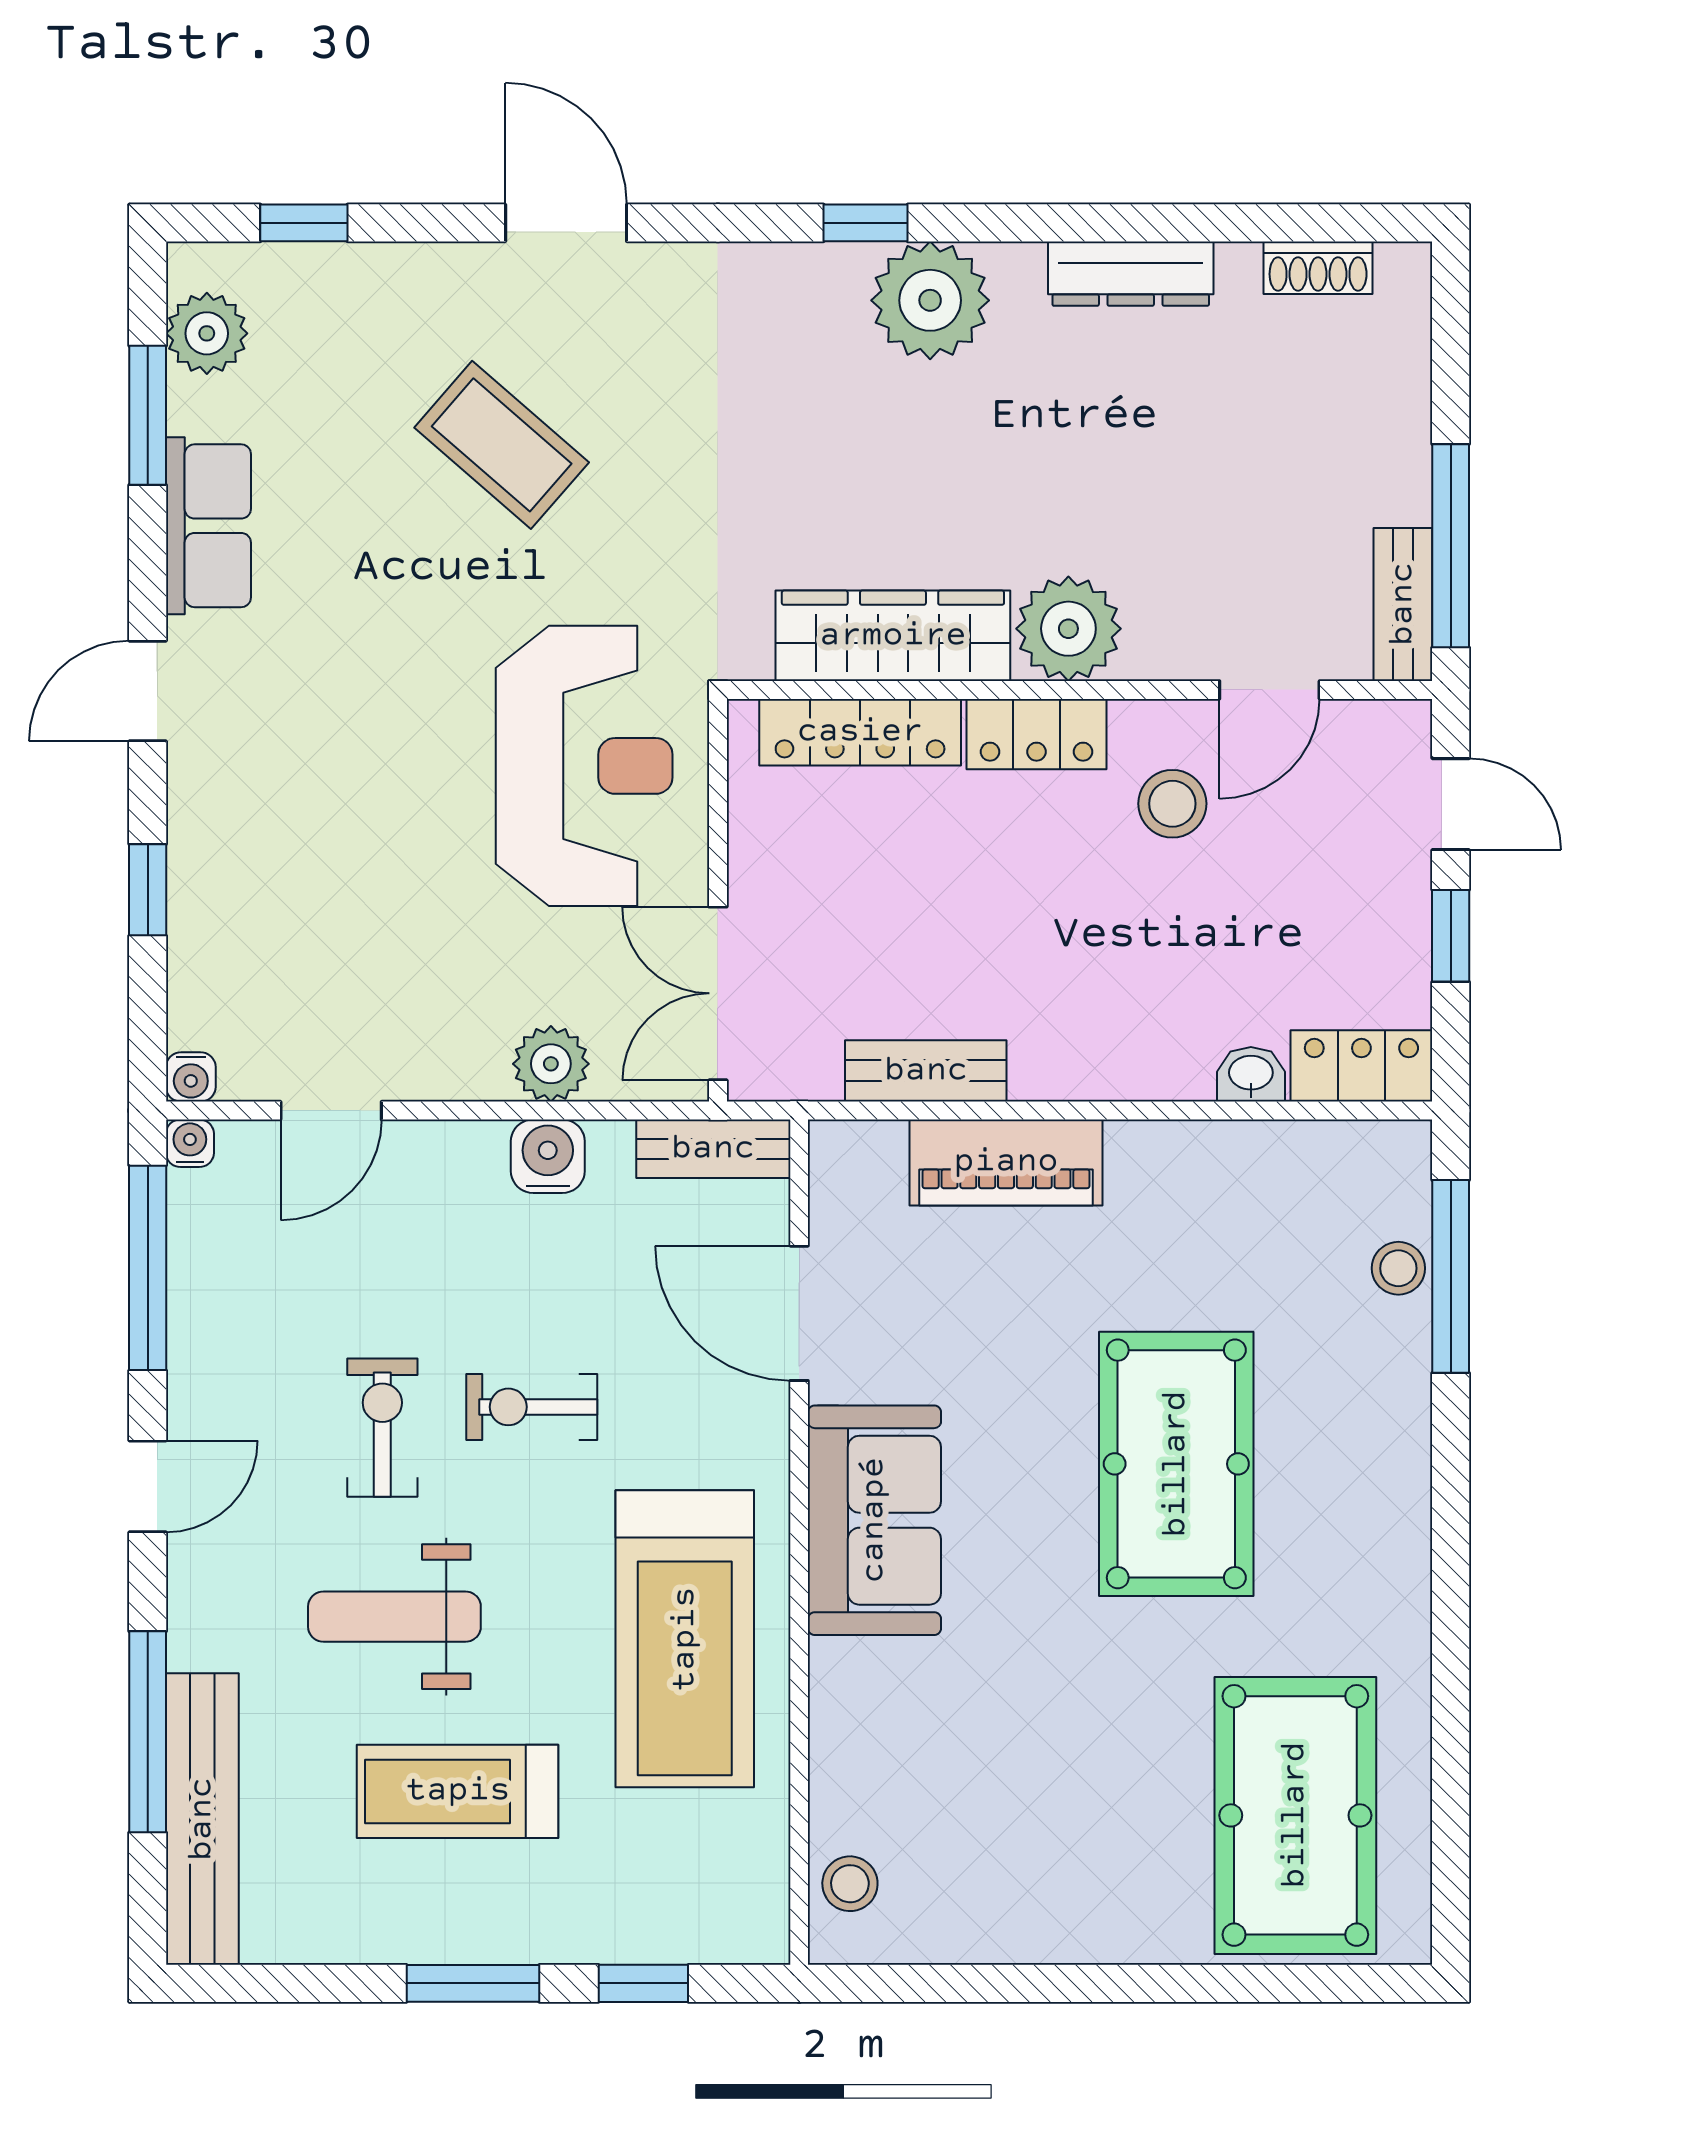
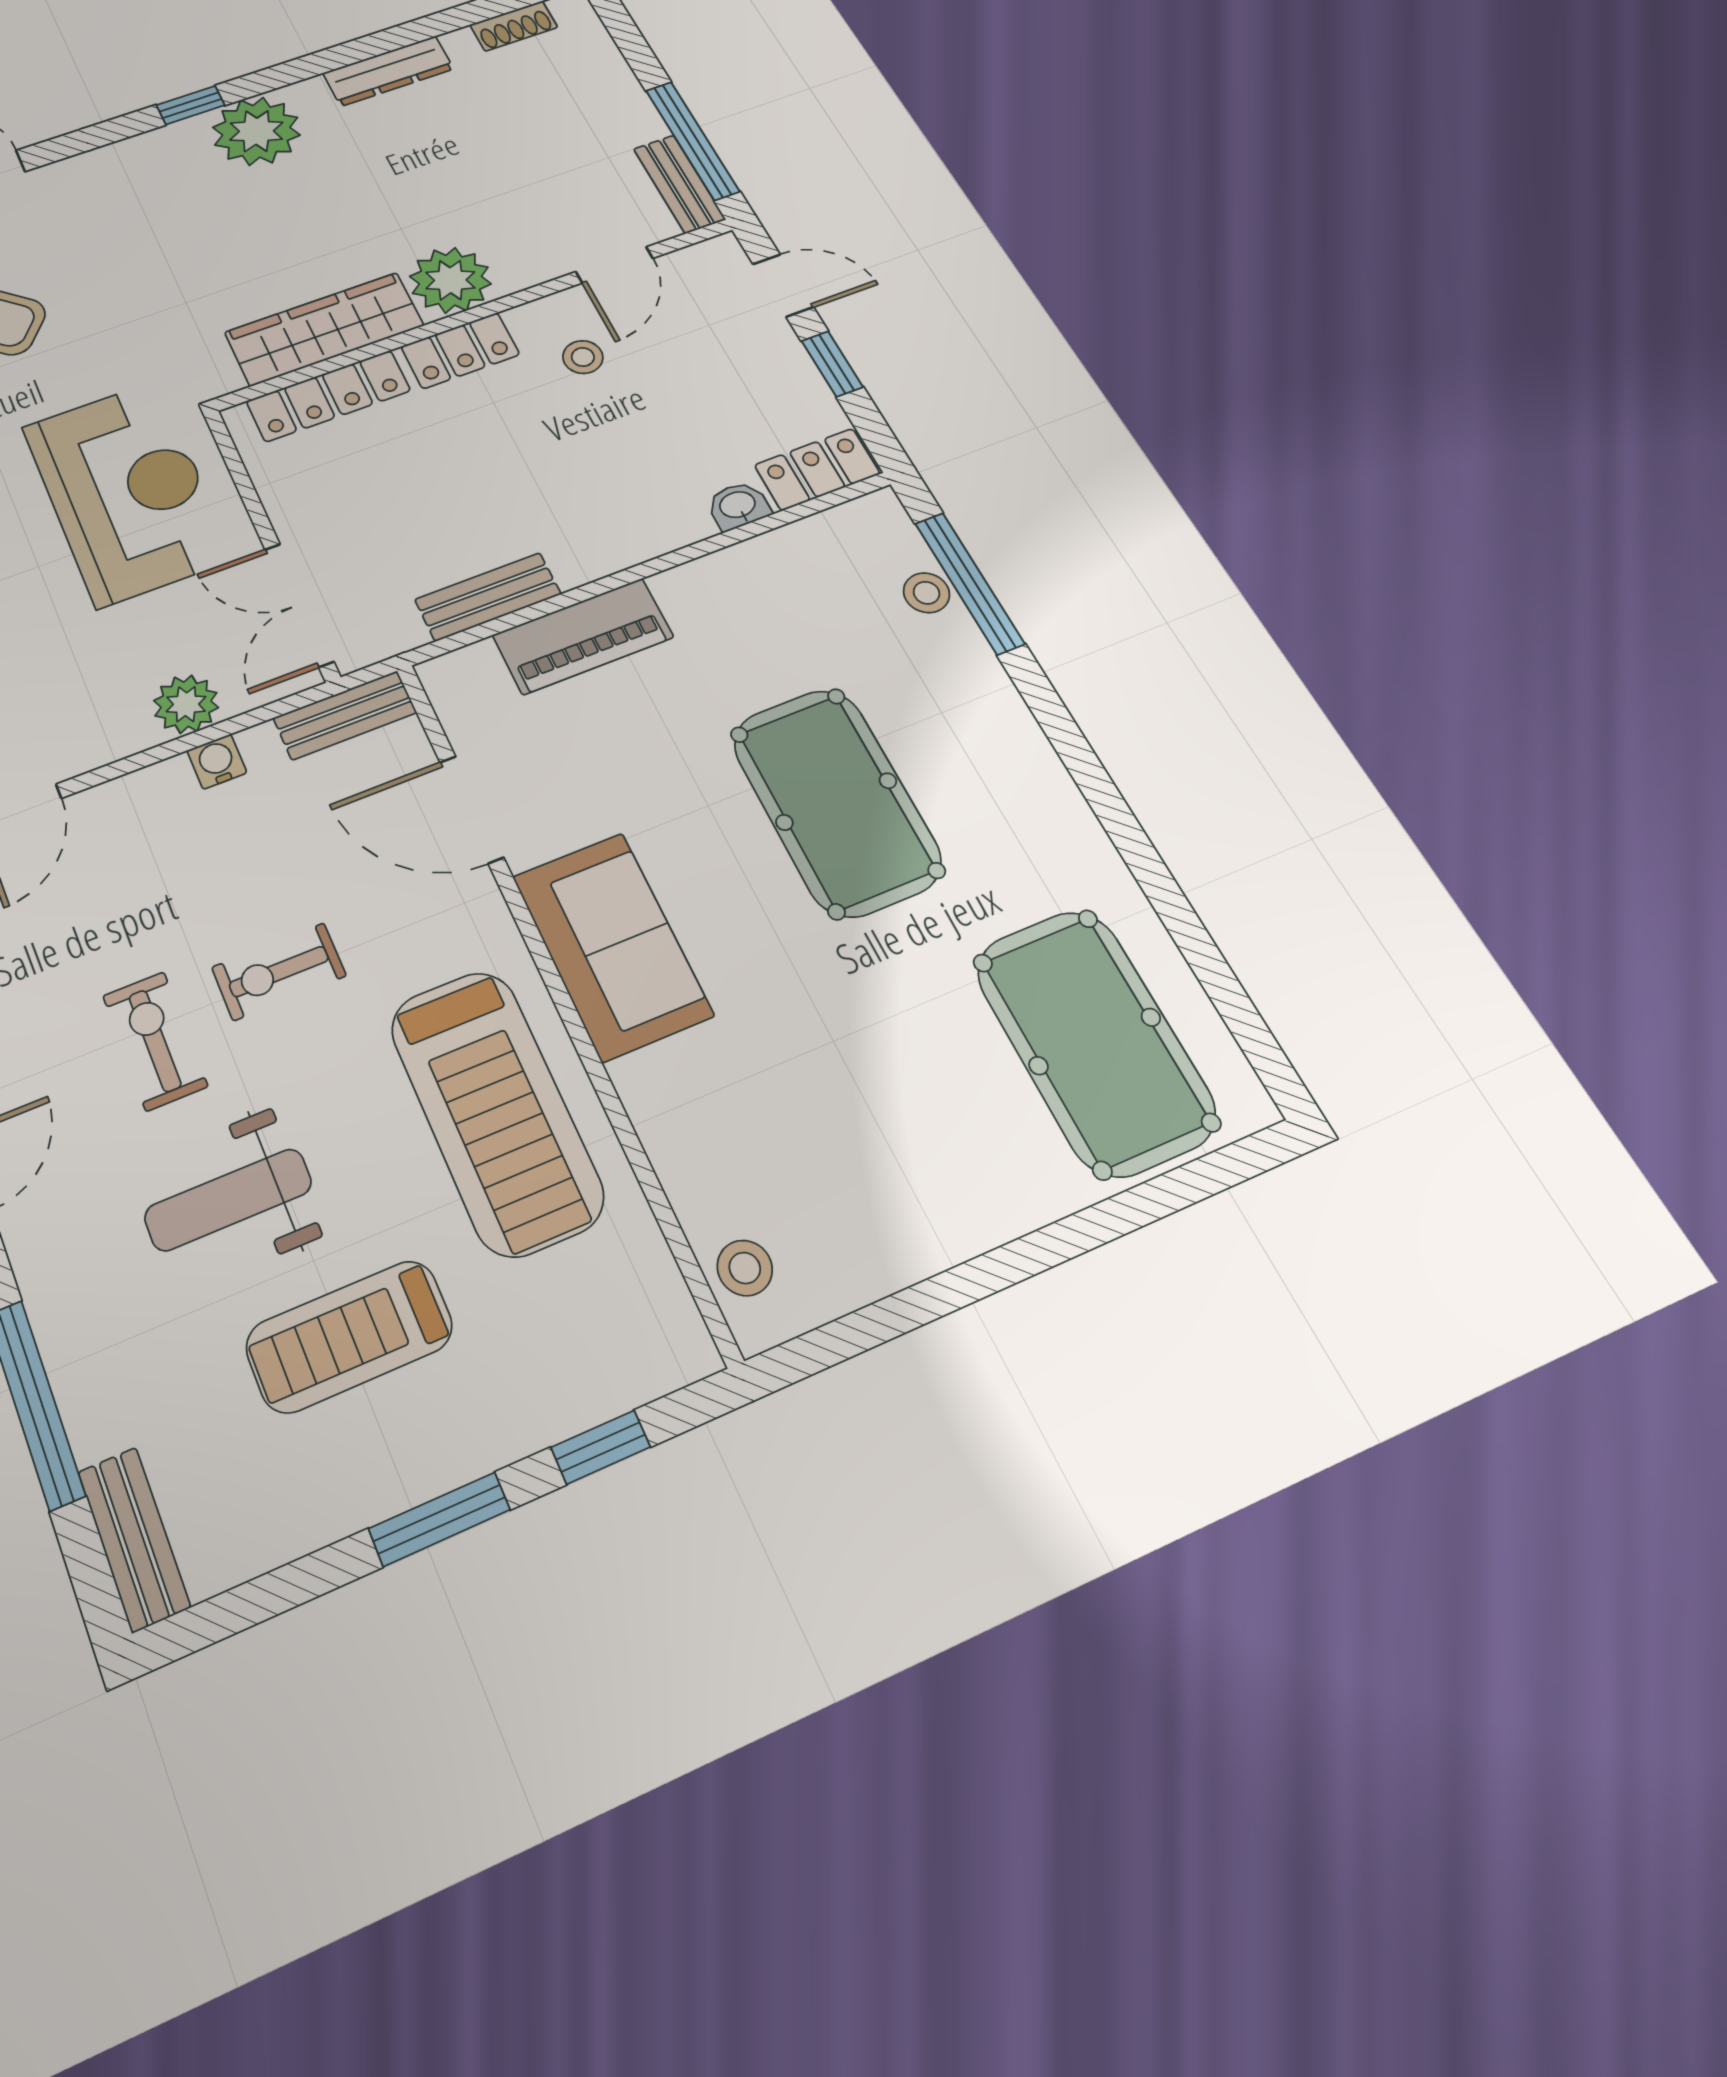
stool: (1172, 804) -> (583, 357), width x0.73, depth x0.73
water cooler: (548, 1156) -> (217, 762), width x0.72, depth x0.72
bench: (202, 1819) -> (134, 1539), width x0.54, depth x0.82

